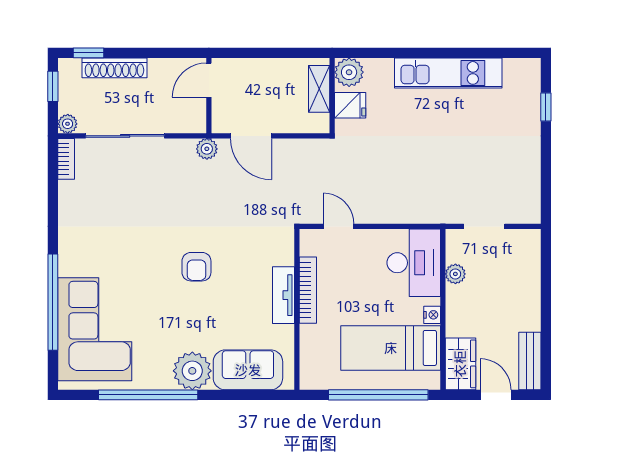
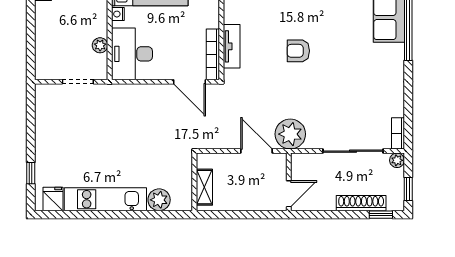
plant: (349, 72) -> (159, 200), moved
fridge: (350, 105) -> (53, 199), moved, turned 90
plant: (207, 149) -> (290, 134), width x1.87, depth x1.87
door: (339, 226) -> (189, 82), width x1.38
armchair: (196, 267) -> (298, 51), turned -90
bookcase: (308, 290) -> (213, 54), moved
tv unit: (284, 295) -> (232, 46), moved

